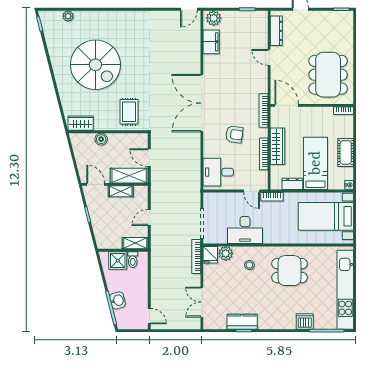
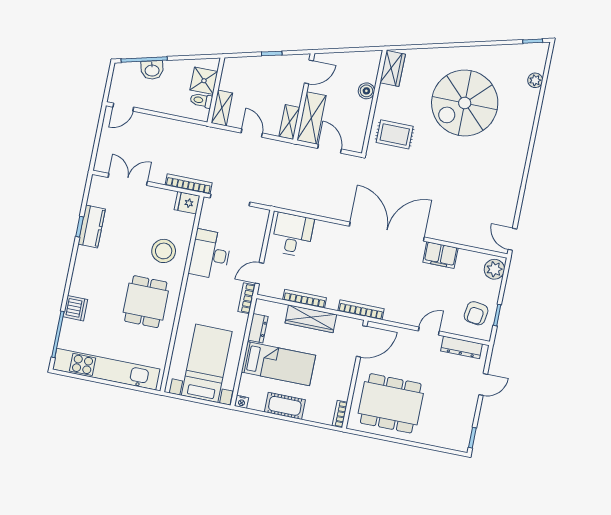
filing cabinet: (211, 42) -> (440, 255), moved
armchair: (234, 134) -> (476, 313), moved
door: (149, 158) -> (330, 149), hinge flipped
shelving: (121, 191) -> (289, 122), moved
plant: (226, 253) -> (185, 223), removed
stool: (249, 265) -> (164, 251), width x1.89, depth x1.89

